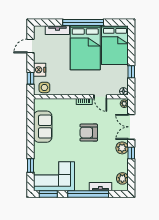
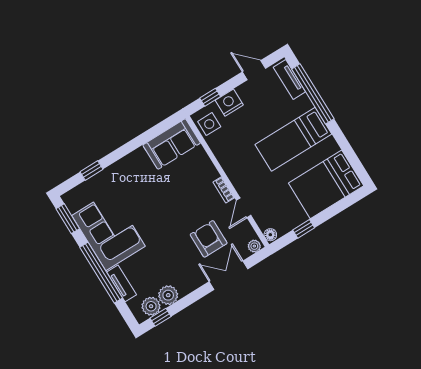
window: (83, 22) -> (313, 94), moved
tv unit: (57, 30) -> (289, 79), moved
bed: (85, 48) -> (293, 139), width x0.67
sofa: (43, 127) -> (172, 144), moved
armchair: (89, 133) -> (209, 239), moved
plant: (122, 148) -> (168, 295), moved
window: (131, 153) -> (161, 317), moved
corner sofa: (54, 176) -> (109, 231), moved

